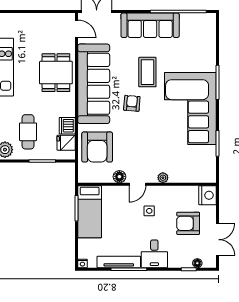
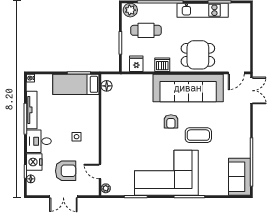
sofa: (150, 25) -> (239, 177), moved, width x0.73
armchair: (132, 103) -> (171, 121), turned 85
dishwasher: (67, 126) -> (162, 65), moved
armchair: (97, 147) -> (133, 91), removed
floor lamp: (119, 177) -> (107, 86), moved
plant: (163, 178) -> (106, 188), moved
door: (137, 184) -> (100, 172), moved
nightstand: (208, 195) -> (34, 162), moved, turned 90
armchair: (188, 223) -> (66, 171), turned 90
double door: (218, 240) -> (63, 197), moved

